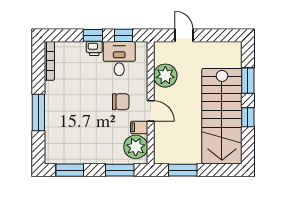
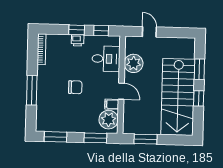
desk: (119, 59) -> (106, 59), moved, turned 90
chair: (121, 102) -> (75, 87), moved

